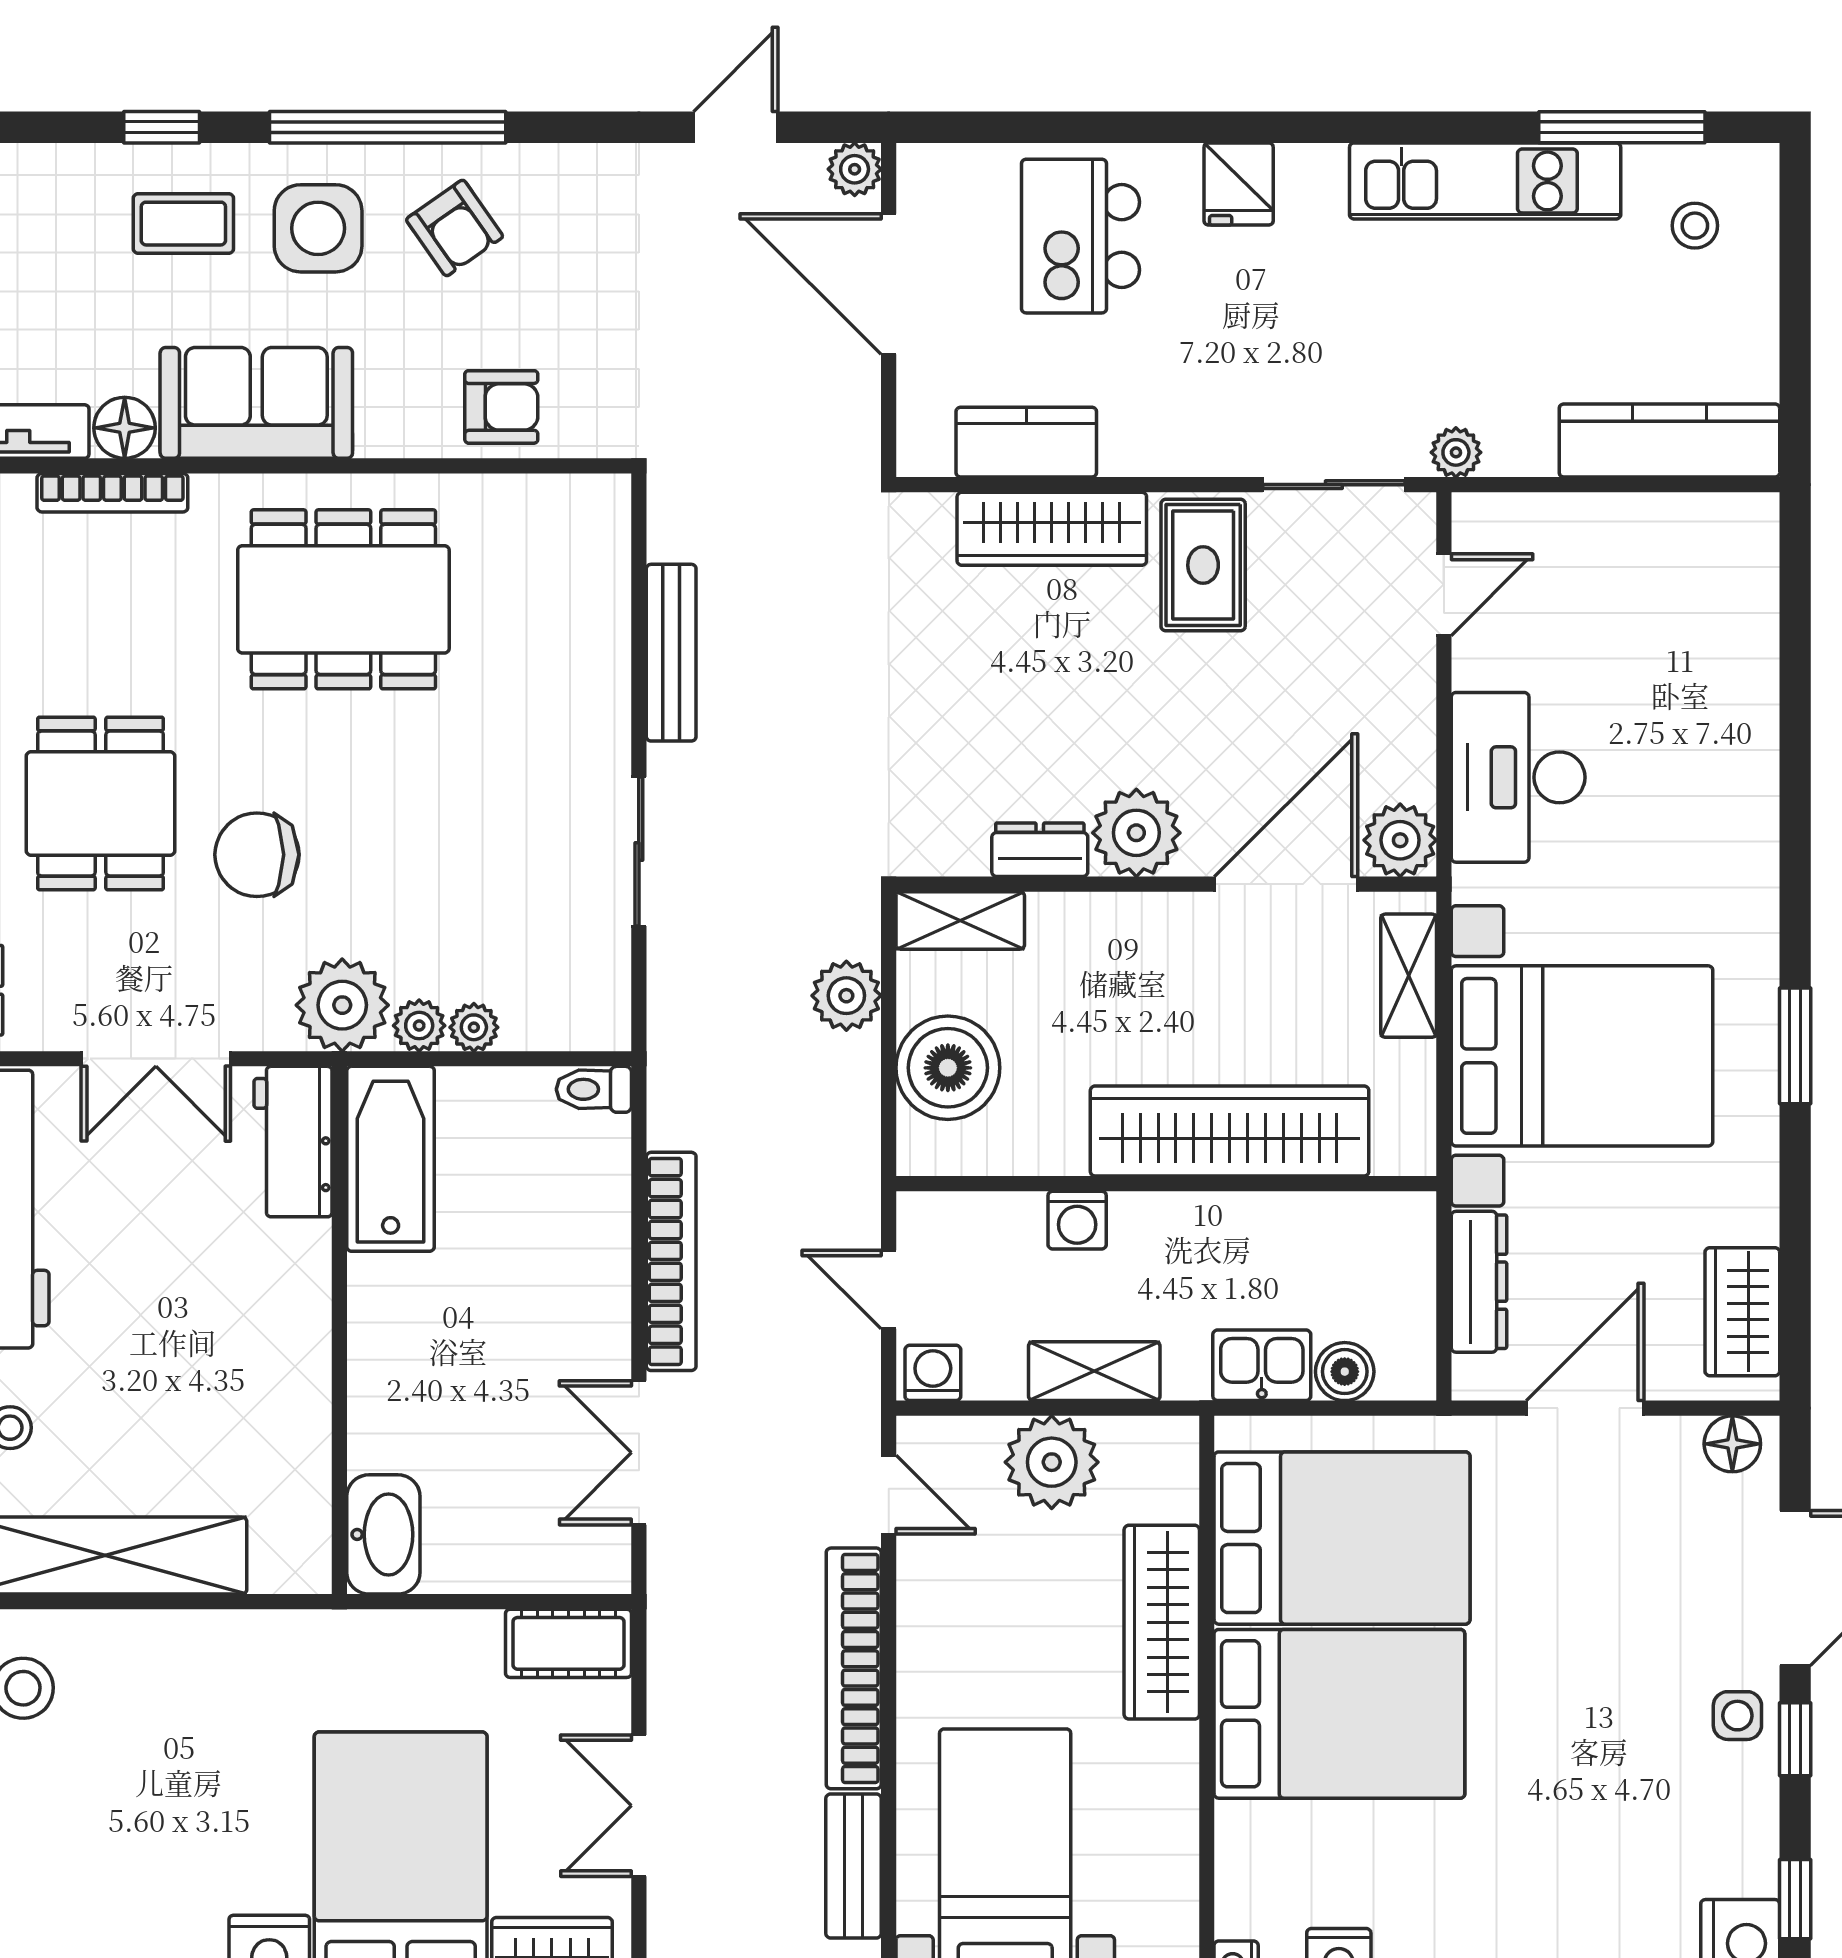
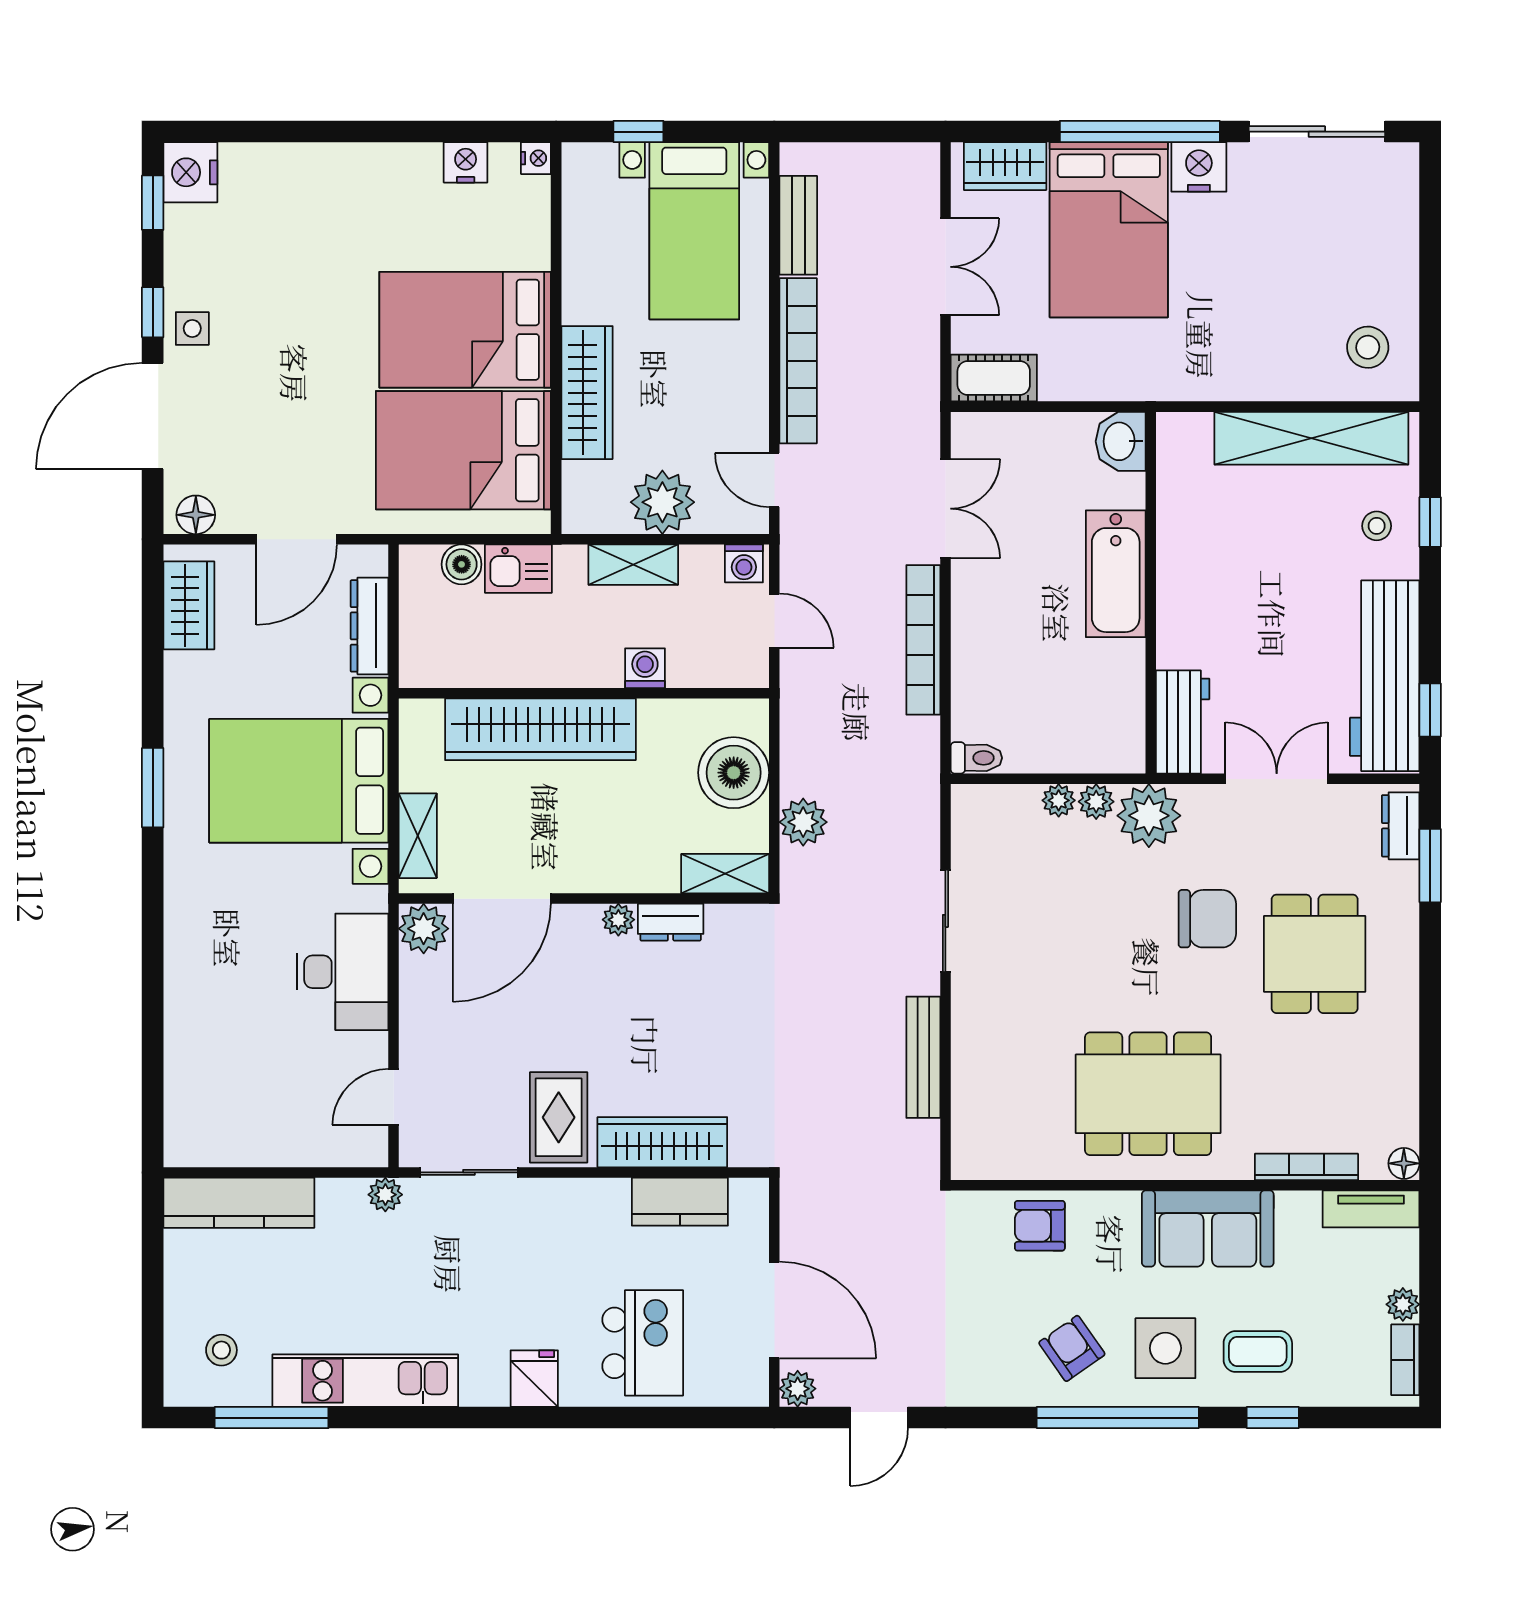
floor lamp: (125, 428) -> (1298, 1211), removed
plant: (1136, 833) -> (618, 920), width x0.53, depth x0.53
bathtub: (391, 1159) -> (1116, 574), moved
washbasin: (383, 1534) -> (1121, 441), width x0.72

